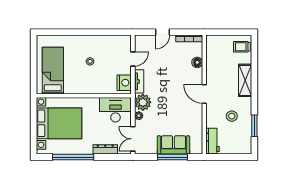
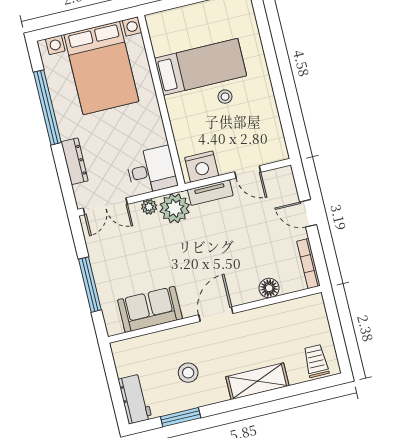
bed: (53, 71) -> (201, 67), moved
desk: (115, 110) -> (152, 170), width x0.73
double door: (133, 139) -> (105, 206), swing flipped
workbench: (212, 141) -> (135, 399), moved, turned -90
sofa: (173, 145) -> (150, 309), moved, turned -90

